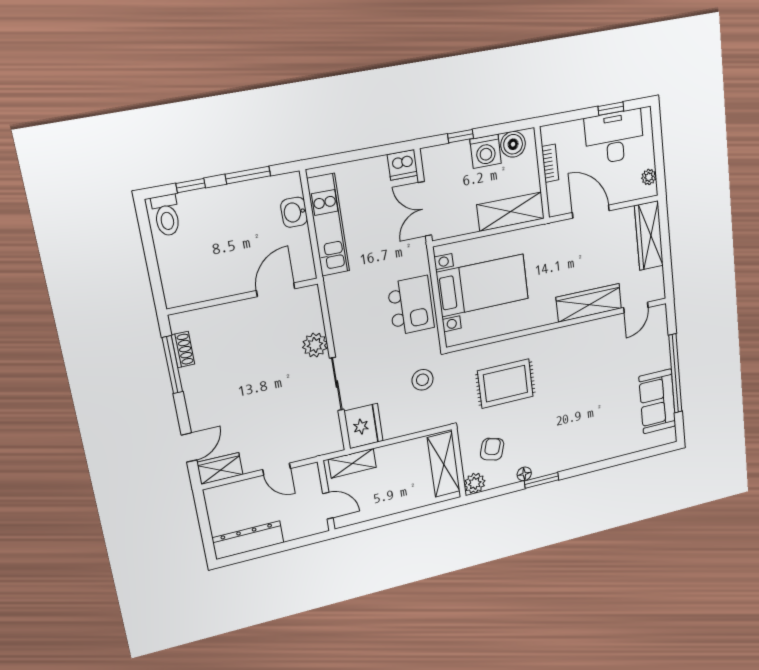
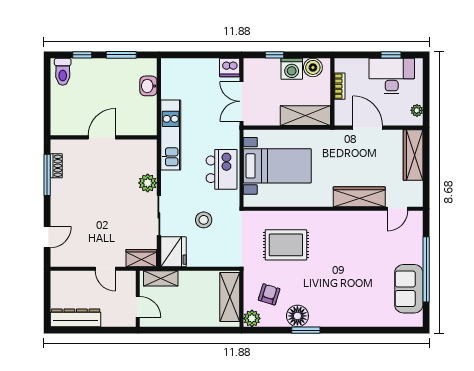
kitchen unit: (328, 225) -> (171, 135), moved
door: (276, 290) -> (102, 137), moved
stool: (422, 380) -> (204, 220), moved
wardrobe: (220, 468) -> (141, 258), moved
floor lamp: (524, 474) -> (297, 316), width x1.89, depth x1.89

